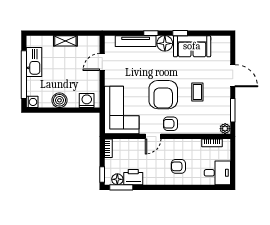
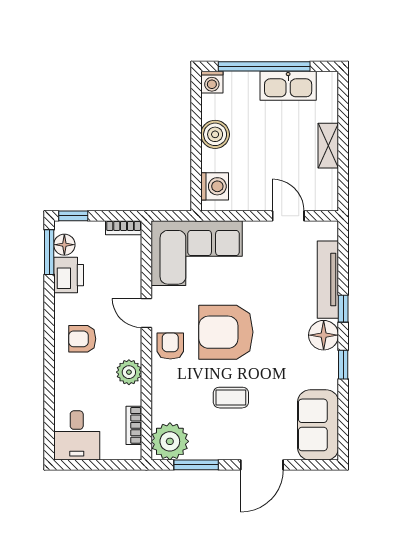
sofa: (192, 46) -> (318, 425), moved
plant: (225, 129) -> (170, 441), width x1.88, depth x1.88
plant: (184, 145) -> (129, 372), added
armchair: (178, 166) -> (82, 339), moved, turned -90

